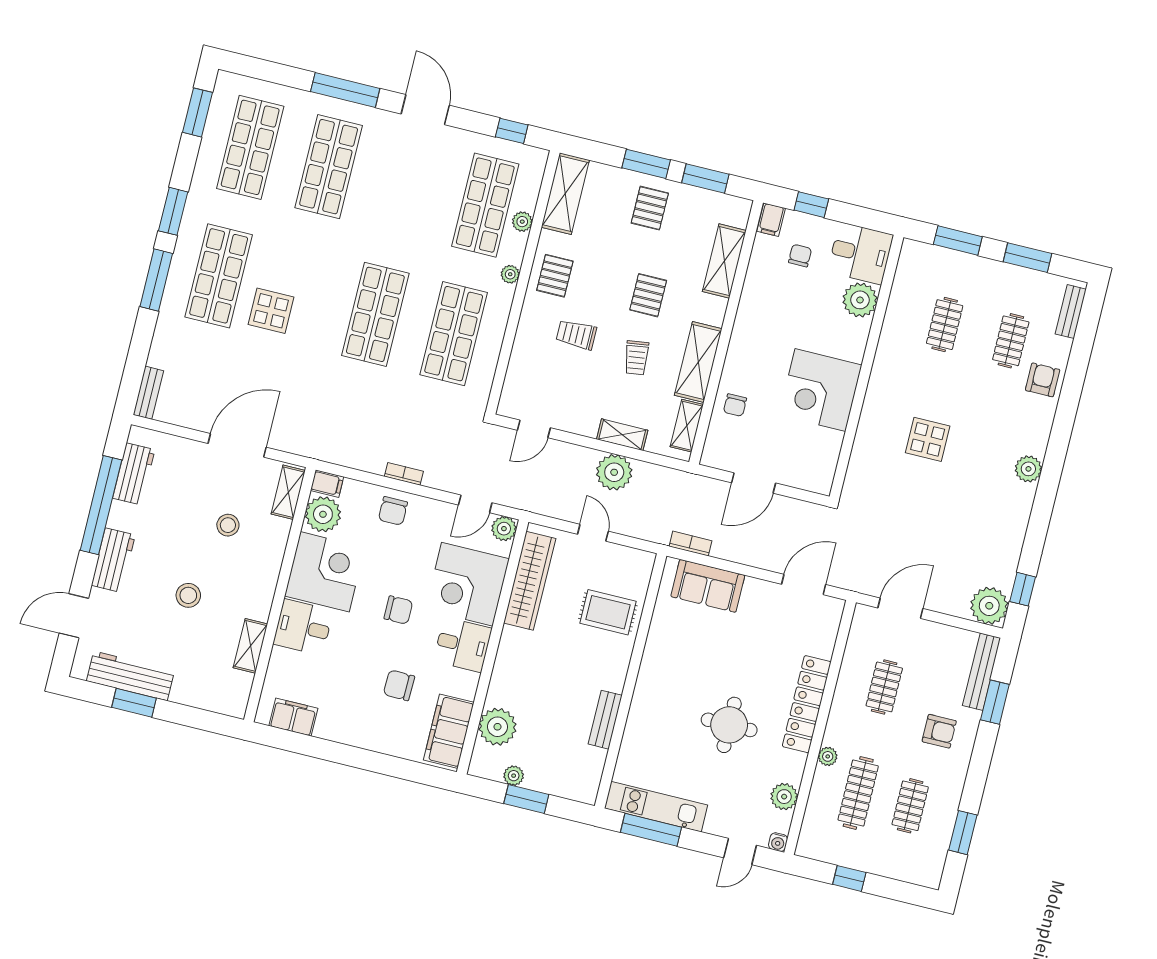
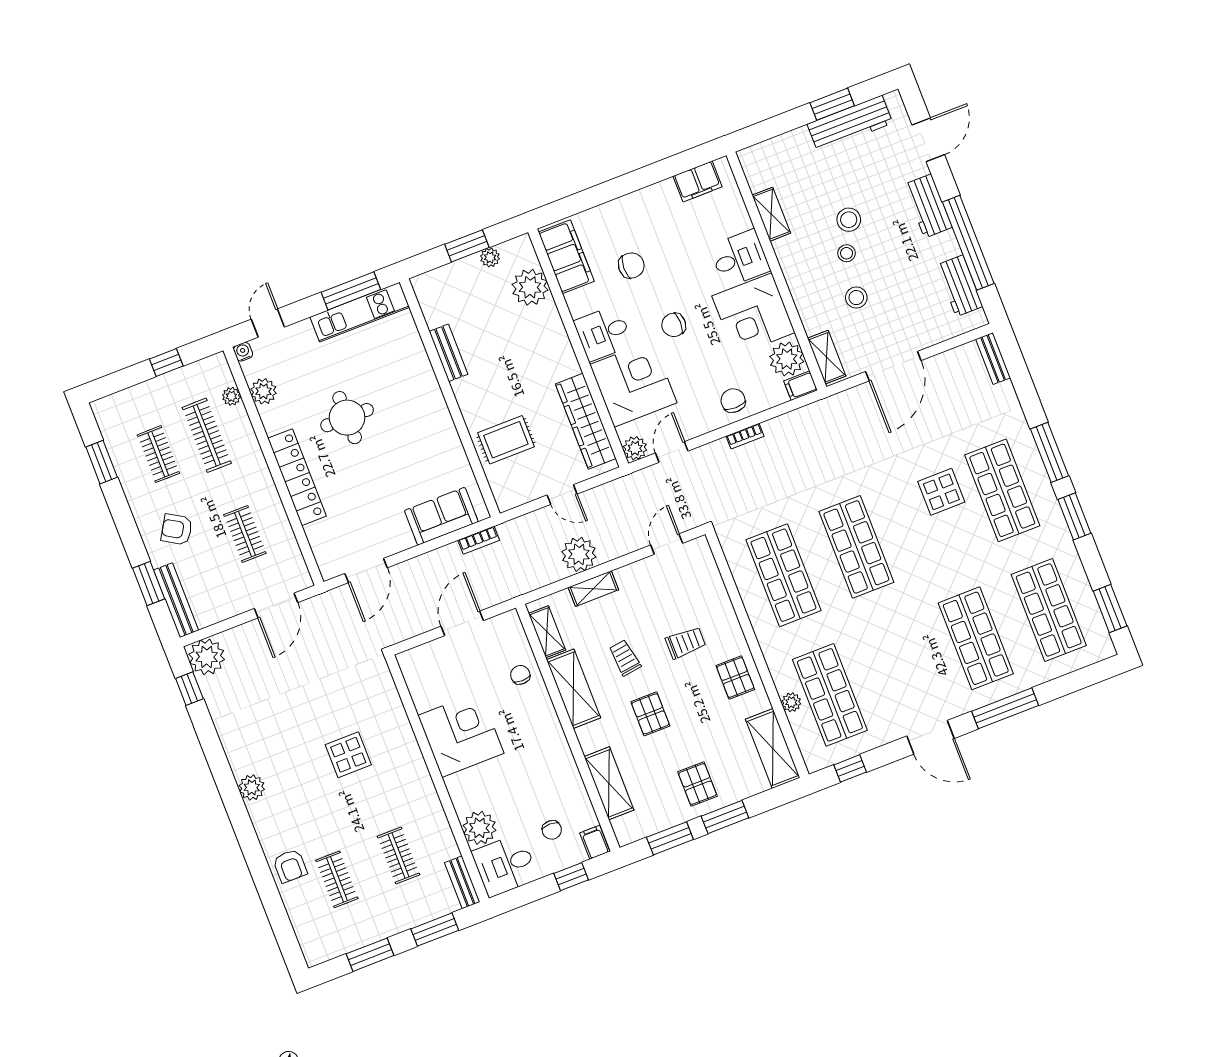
plant: (510, 274) -> (772, 654), removed
bench: (1071, 312) -> (462, 882), moved
stool: (210, 568) -> (847, 253), added
armchair: (939, 731) -> (177, 529), turned 31
plant: (828, 756) -> (231, 396), moved

